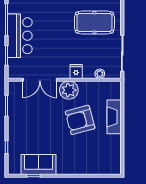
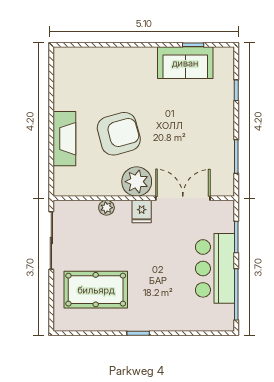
fridge: (76, 71) -> (142, 211), moved
plant: (100, 74) -> (106, 208), moved

